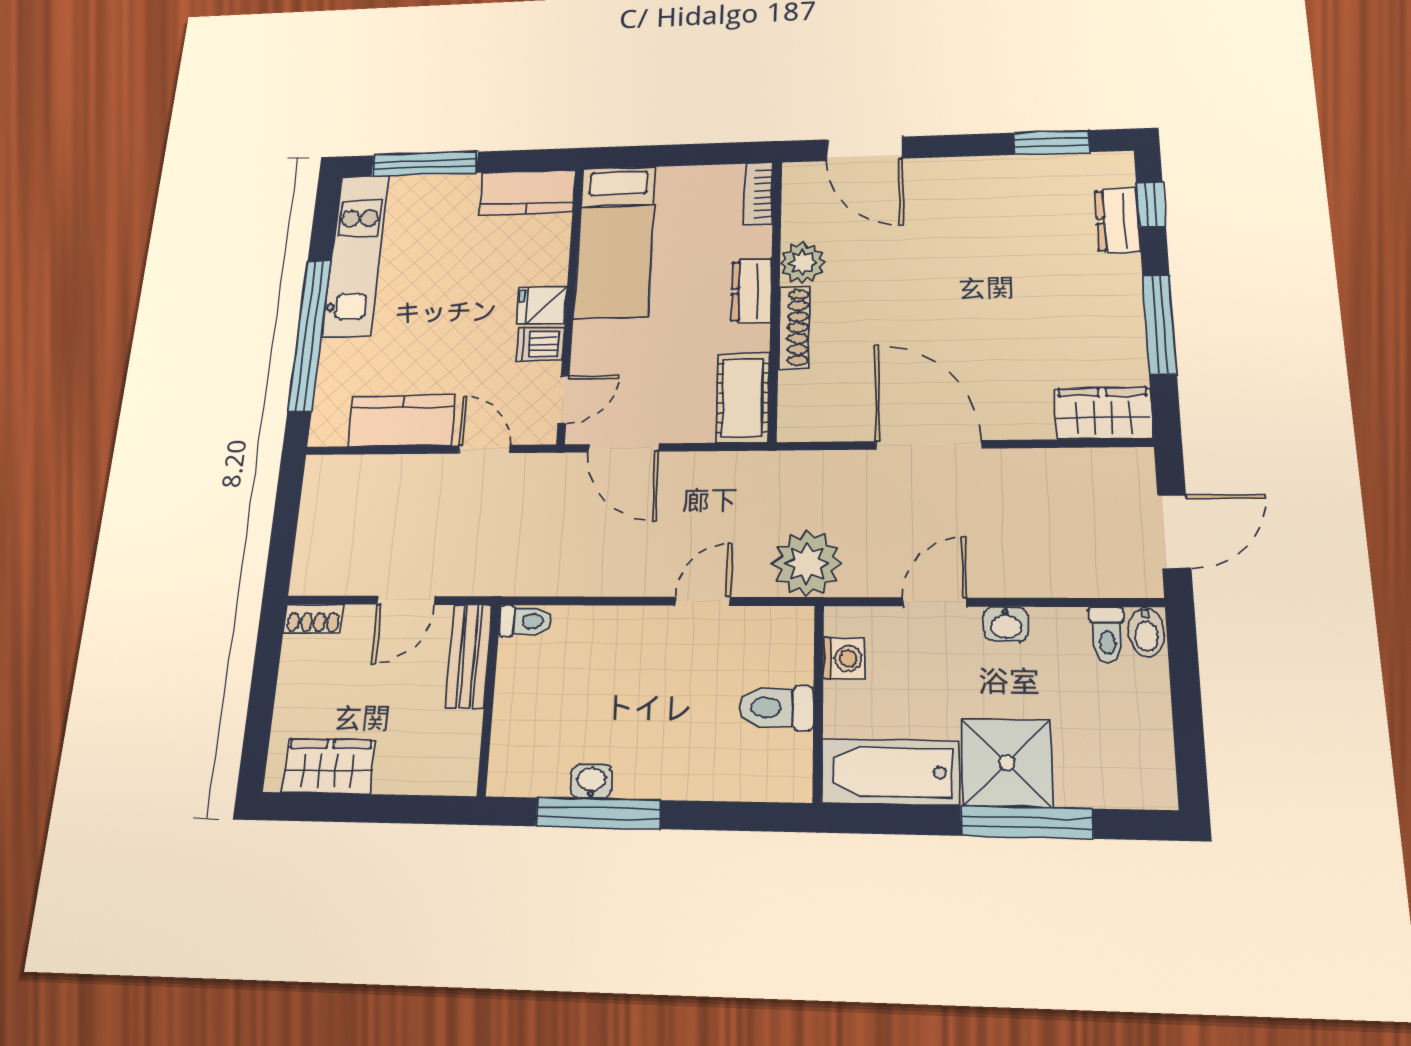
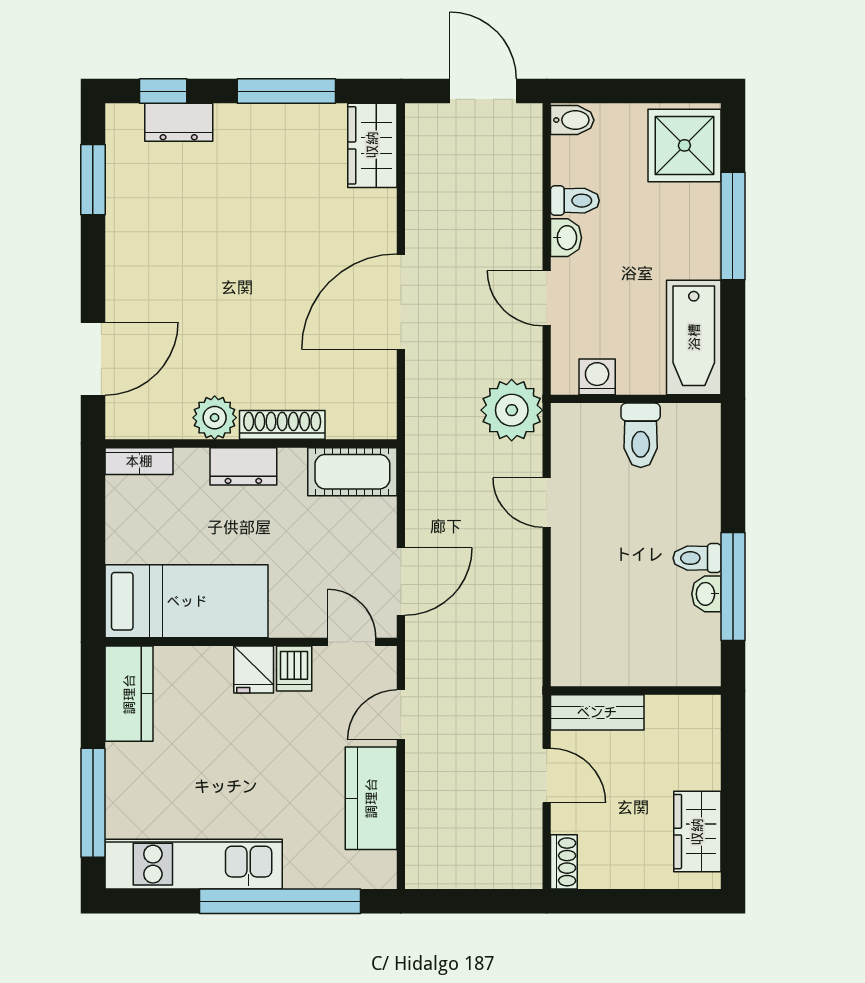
toilet: (526, 621) -> (697, 558), moved, turned -90
toilet: (1107, 635) -> (575, 201), moved
shower: (1007, 763) -> (684, 145), moved

